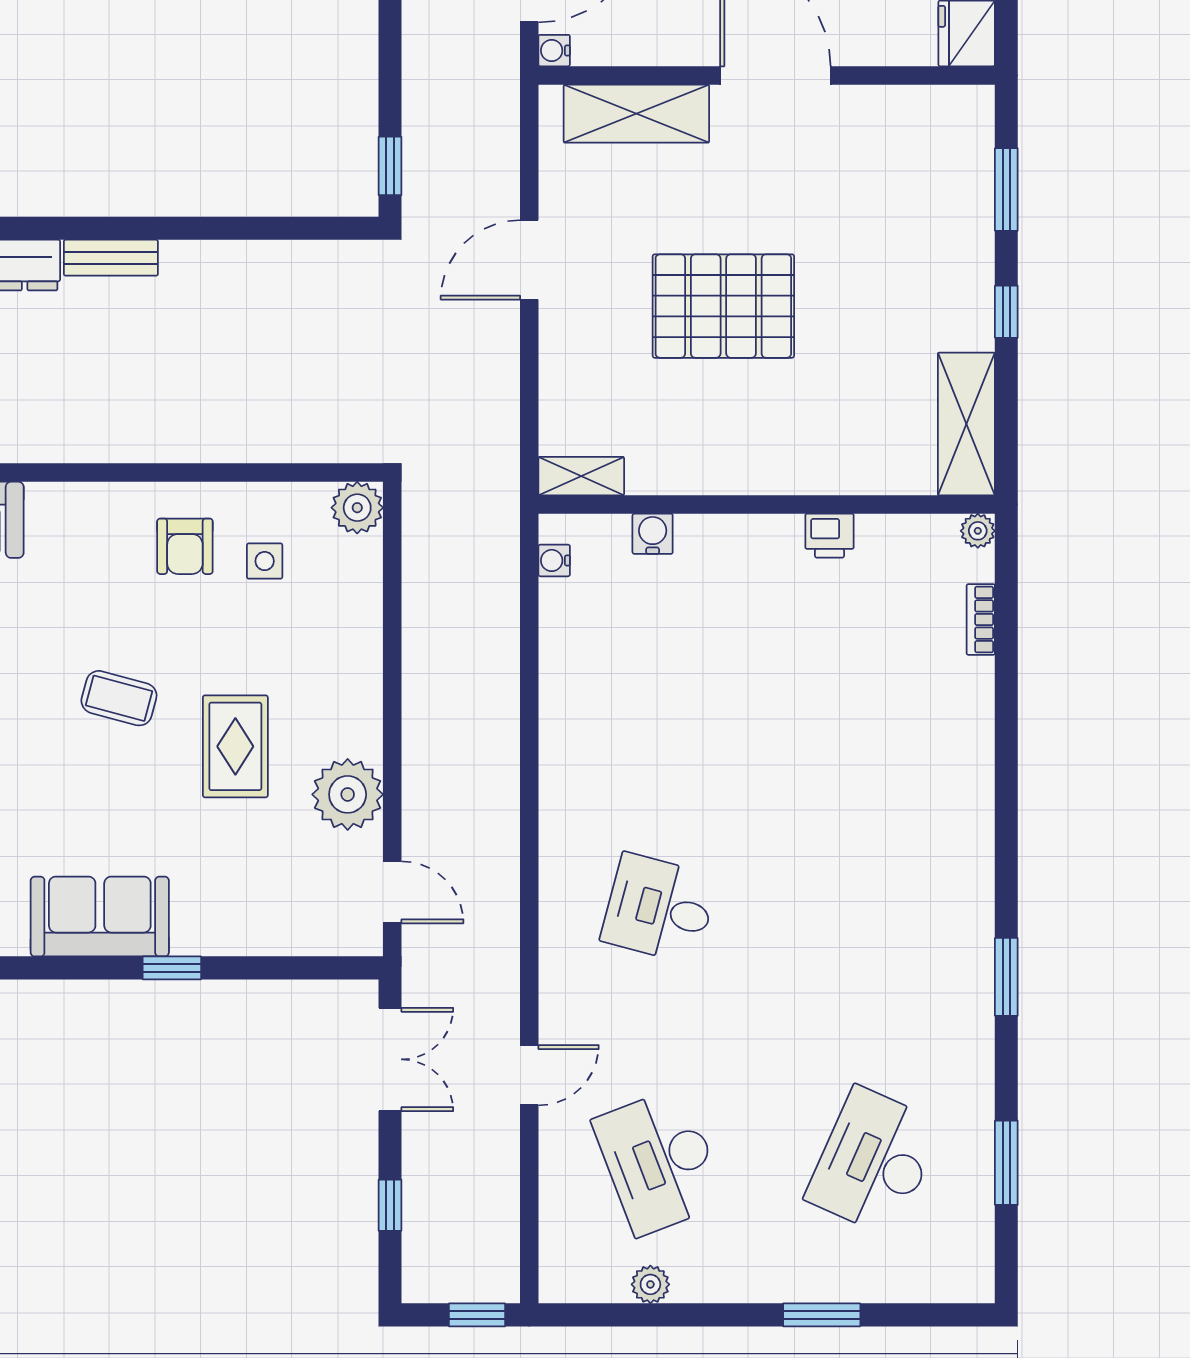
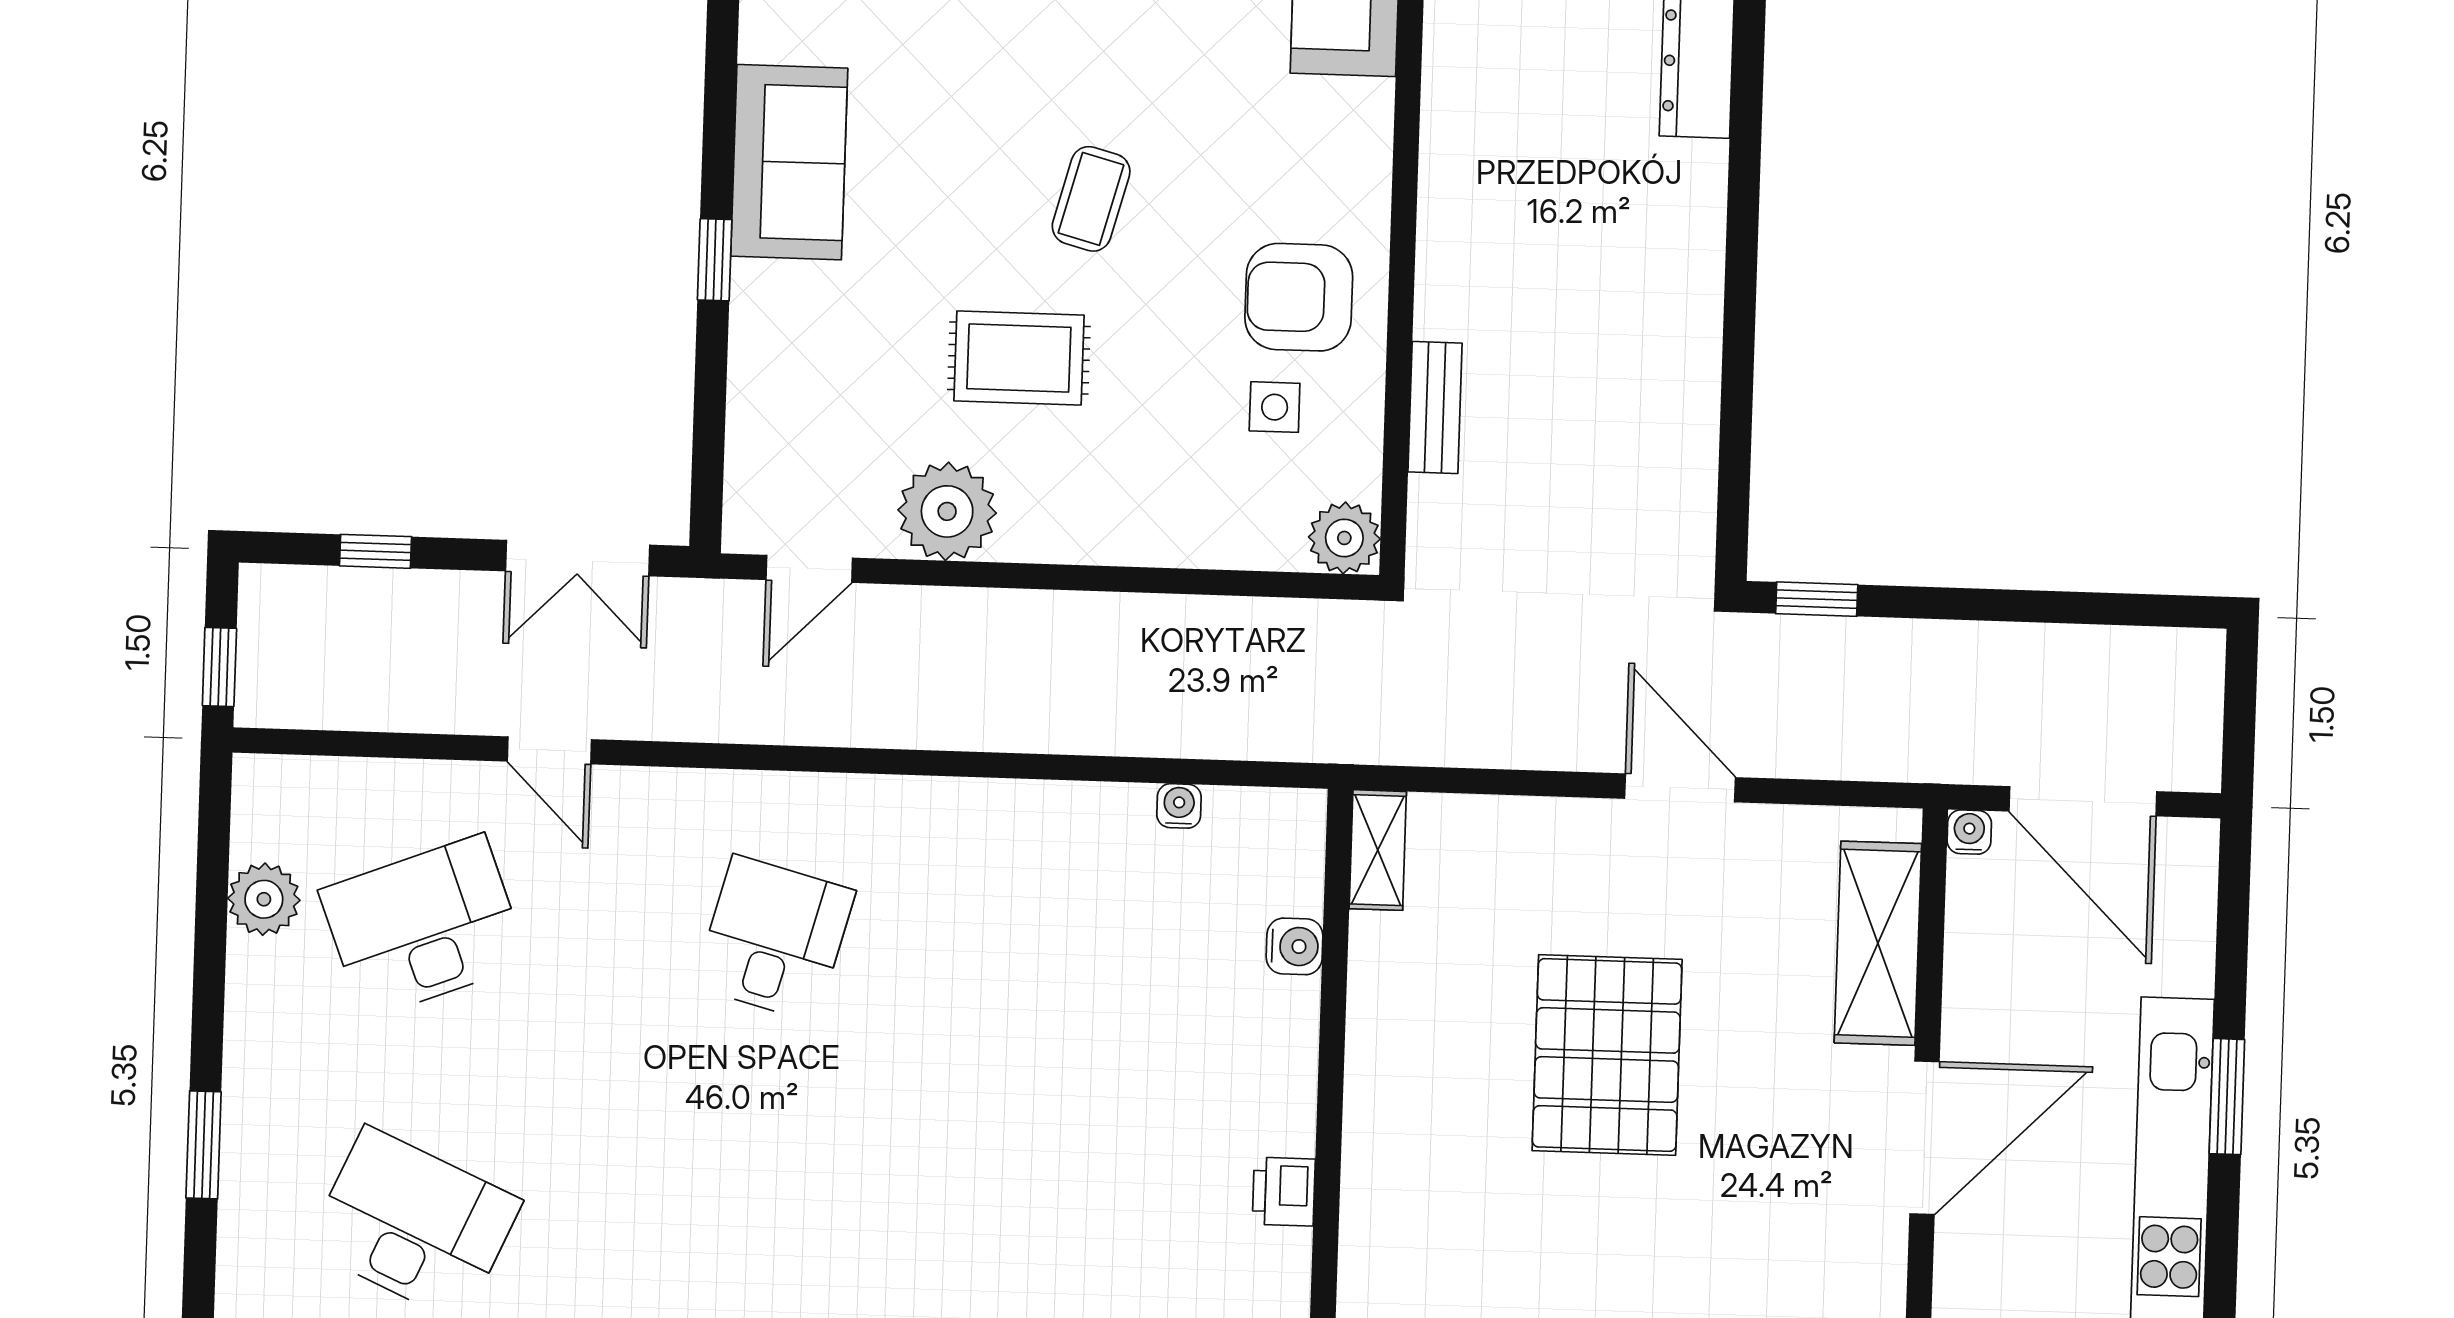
bench: (111, 258) -> (1435, 407), moved
armchair: (185, 546) -> (1299, 297), width x1.38, depth x1.38
water cooler: (554, 560) -> (1179, 806), moved
plant: (650, 1284) -> (264, 899), width x1.38, depth x1.38

